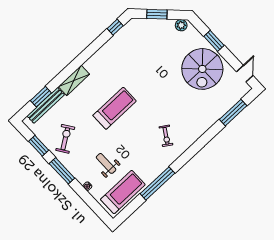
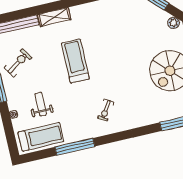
window: (41, 97) -> (18, 15), removed
treadmill: (115, 108) -> (75, 61), turned -90

